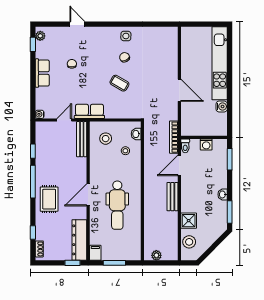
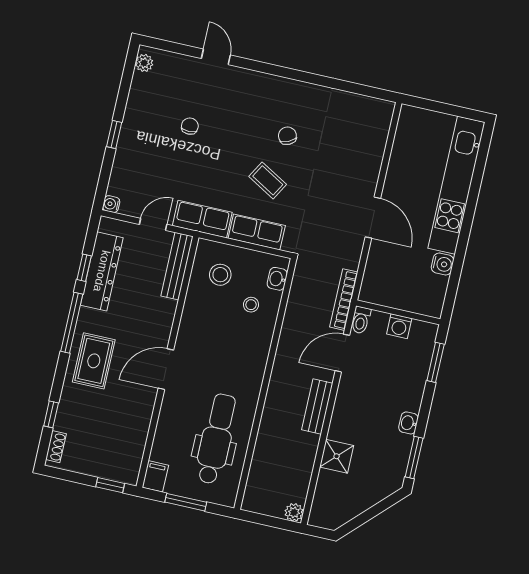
side table: (126, 36) -> (298, 98), removed
window: (33, 44) -> (114, 135), moved
row of seats: (42, 73) -> (257, 232), moved, turned -90
dental chair: (117, 205) -> (216, 439), moved, turned 180
dresser: (79, 240) -> (102, 271), moved, turned 180
stool: (189, 242) -> (329, 495), removed
plant: (156, 255) -> (294, 512), moved

